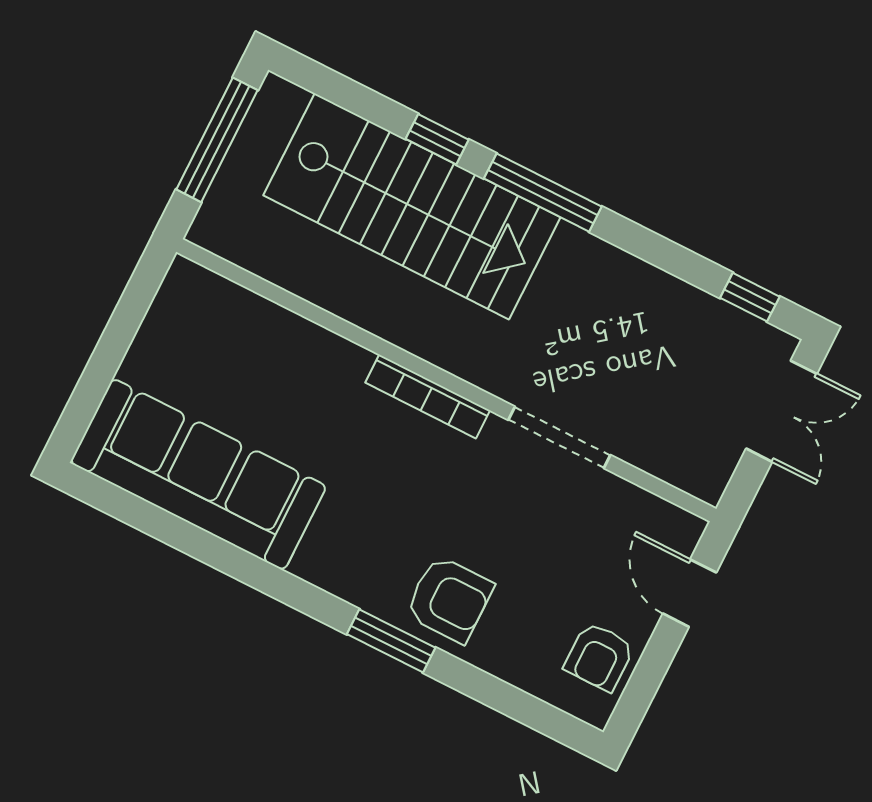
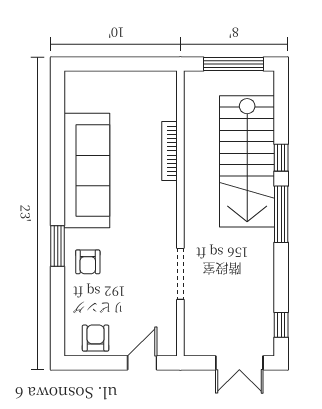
bookcase: (428, 396) -> (170, 151), moved
sofa: (198, 474) -> (87, 170), moved
armchair: (449, 599) -> (88, 262), width x0.72, depth x0.72
armchair: (599, 657) -> (96, 338), turned 90

